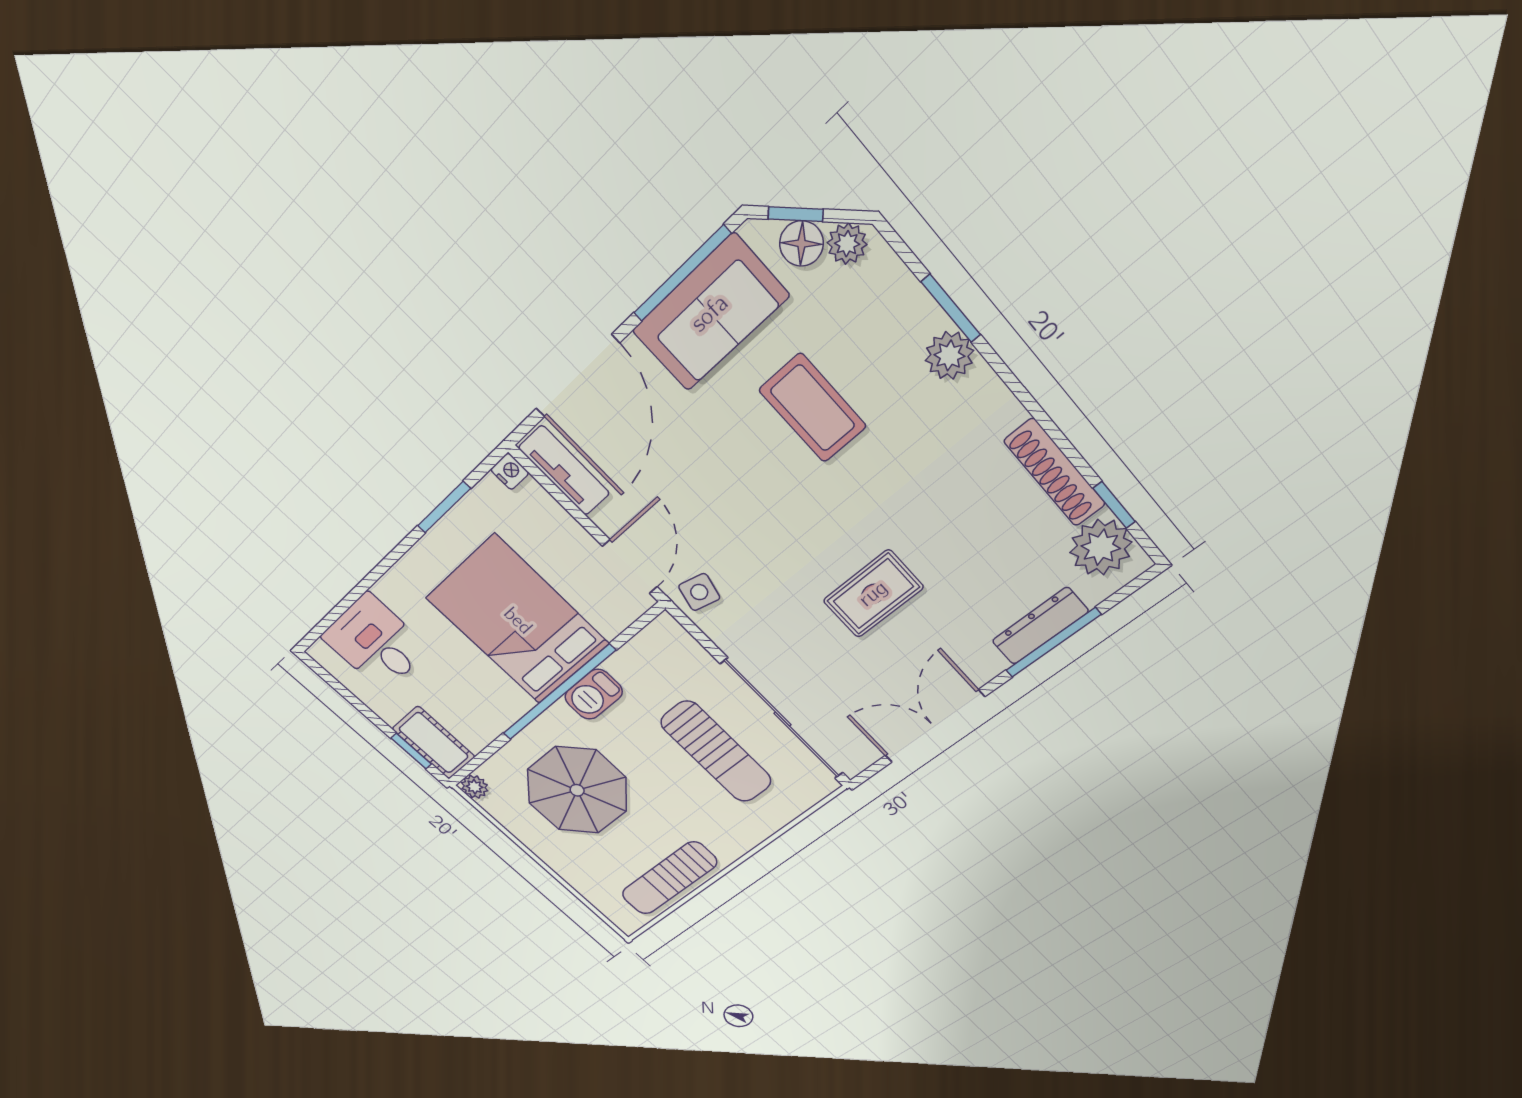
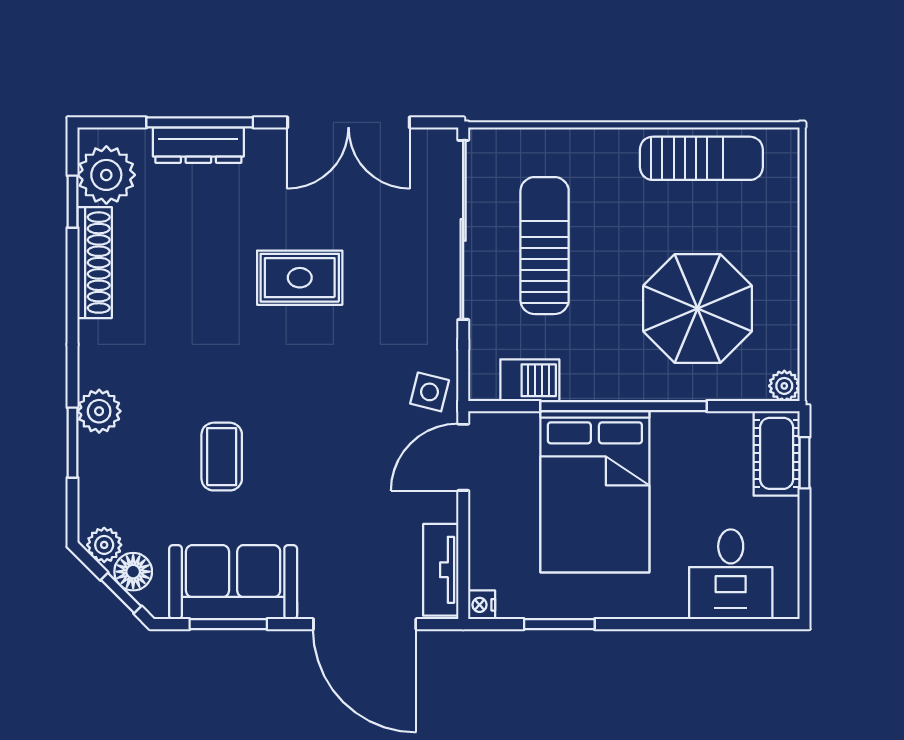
window: (682, 274) -> (228, 624), width x0.69
door: (577, 376) -> (365, 624), swing flipped
coffee table: (813, 408) -> (222, 457), width x0.73, depth x0.77
barbecue: (594, 694) -> (530, 380), moved

